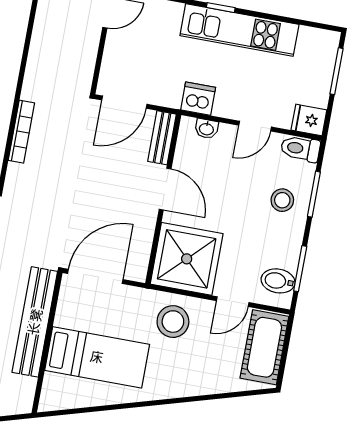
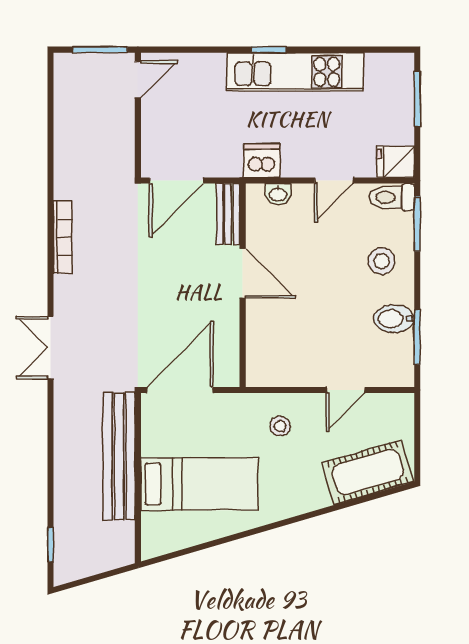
window: (314, 194) -> (417, 224), moved
shower: (187, 259) -> (283, 350), removed
bidet: (278, 281) -> (394, 319), moved
stool: (173, 322) -> (280, 426), width x0.53, depth x0.53
cot: (264, 347) -> (368, 472), moved, turned 74

